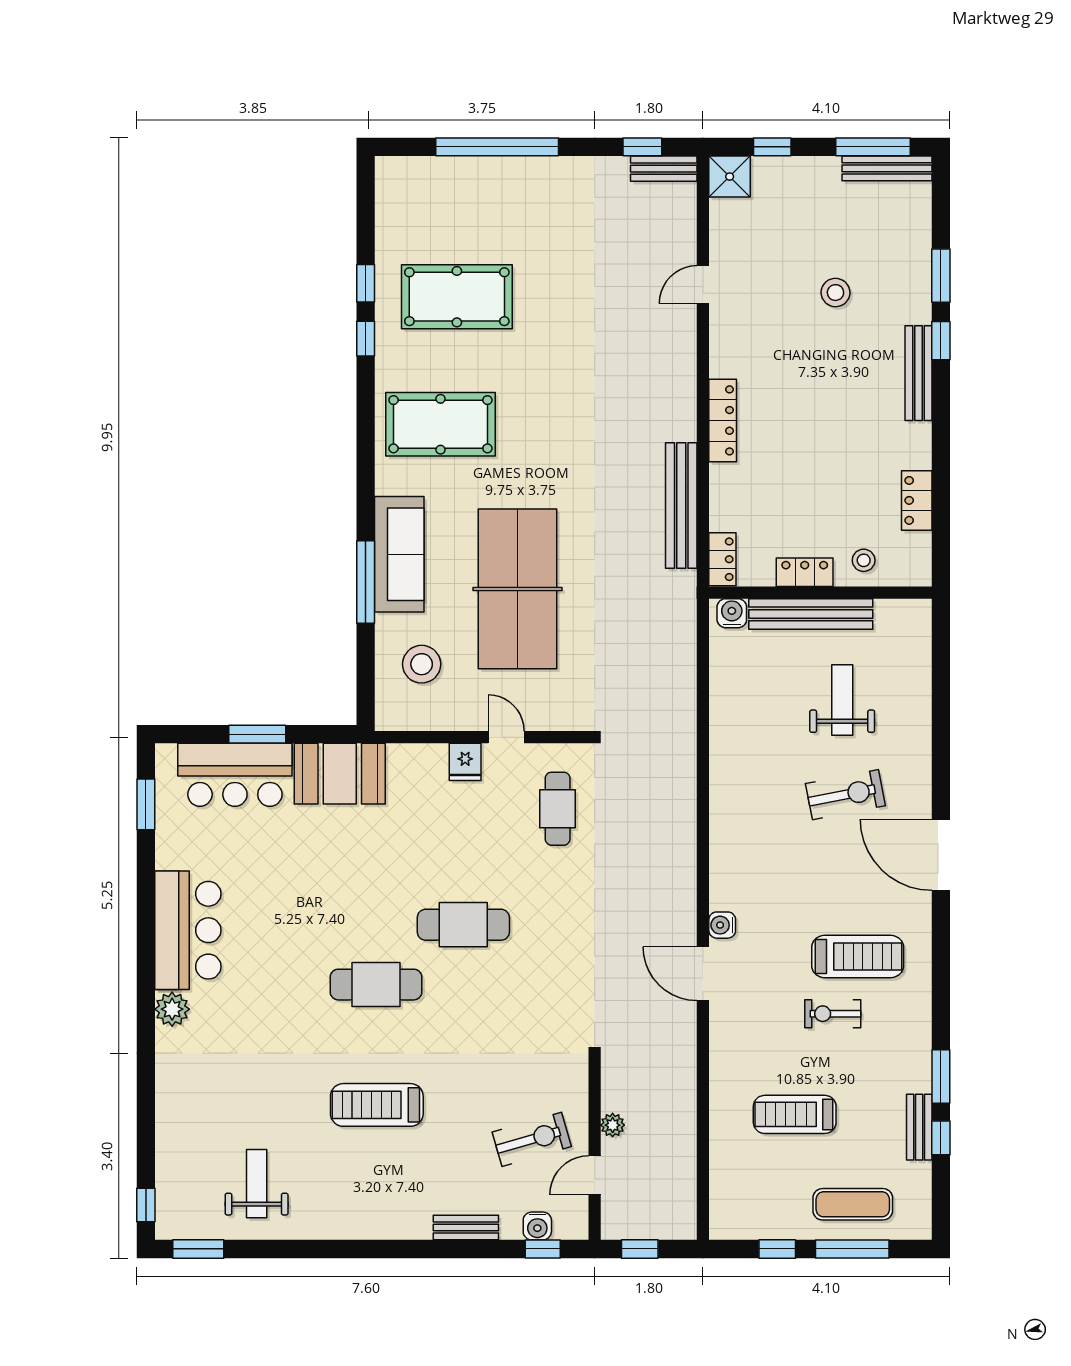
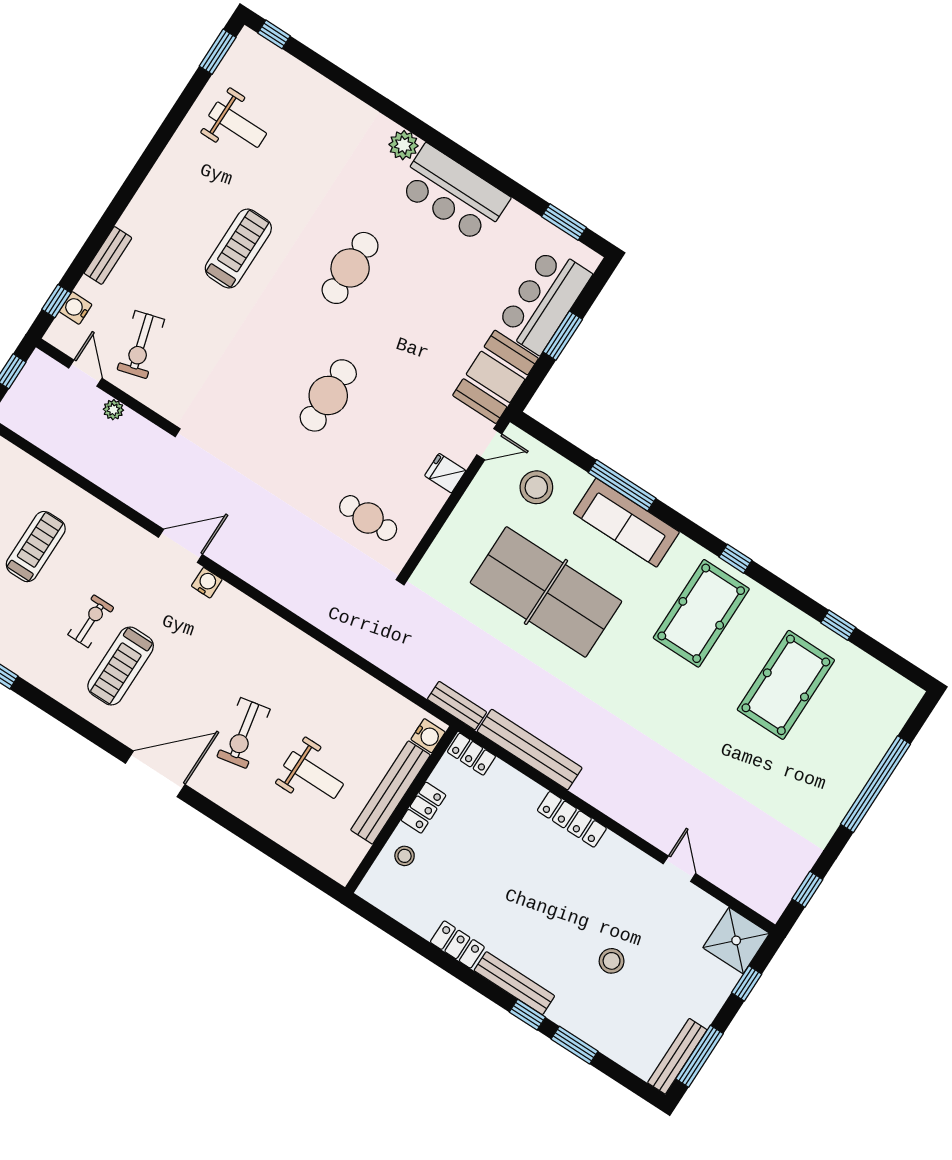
bench: (664, 169) -> (457, 706), moved, turned 90
shower: (730, 177) -> (736, 940), width x1.36, depth x1.36
window: (366, 339) -> (736, 559), moved
locker: (917, 500) -> (457, 944), moved
door: (506, 737) -> (489, 444), moved
cafe table: (376, 985) -> (350, 268), moved

